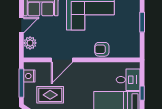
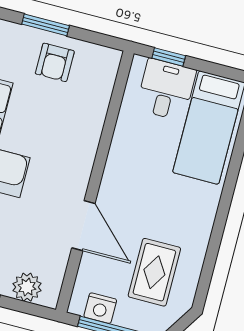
armchair: (102, 49) -> (55, 62), moved
window: (142, 93) -> (169, 57), moved

